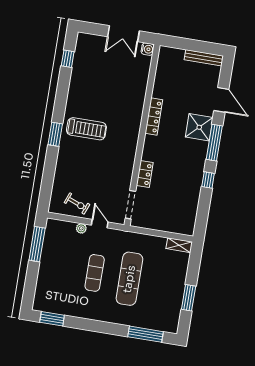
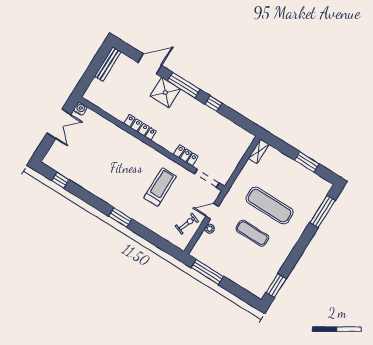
treadmill: (86, 129) -> (160, 187), moved

